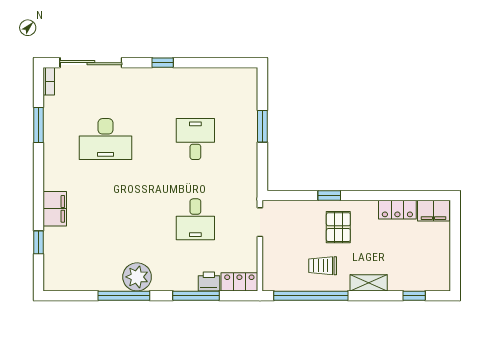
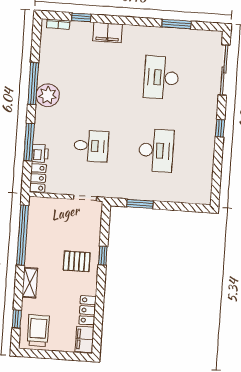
bookcase: (49, 81) -> (58, 24), moved
window: (262, 126) -> (140, 204), moved
desk: (195, 139) -> (156, 150), width x1.37
desk: (195, 219) -> (91, 146), turned 180
trolley: (323, 266) -> (38, 331), moved, width x1.36, depth x1.39

